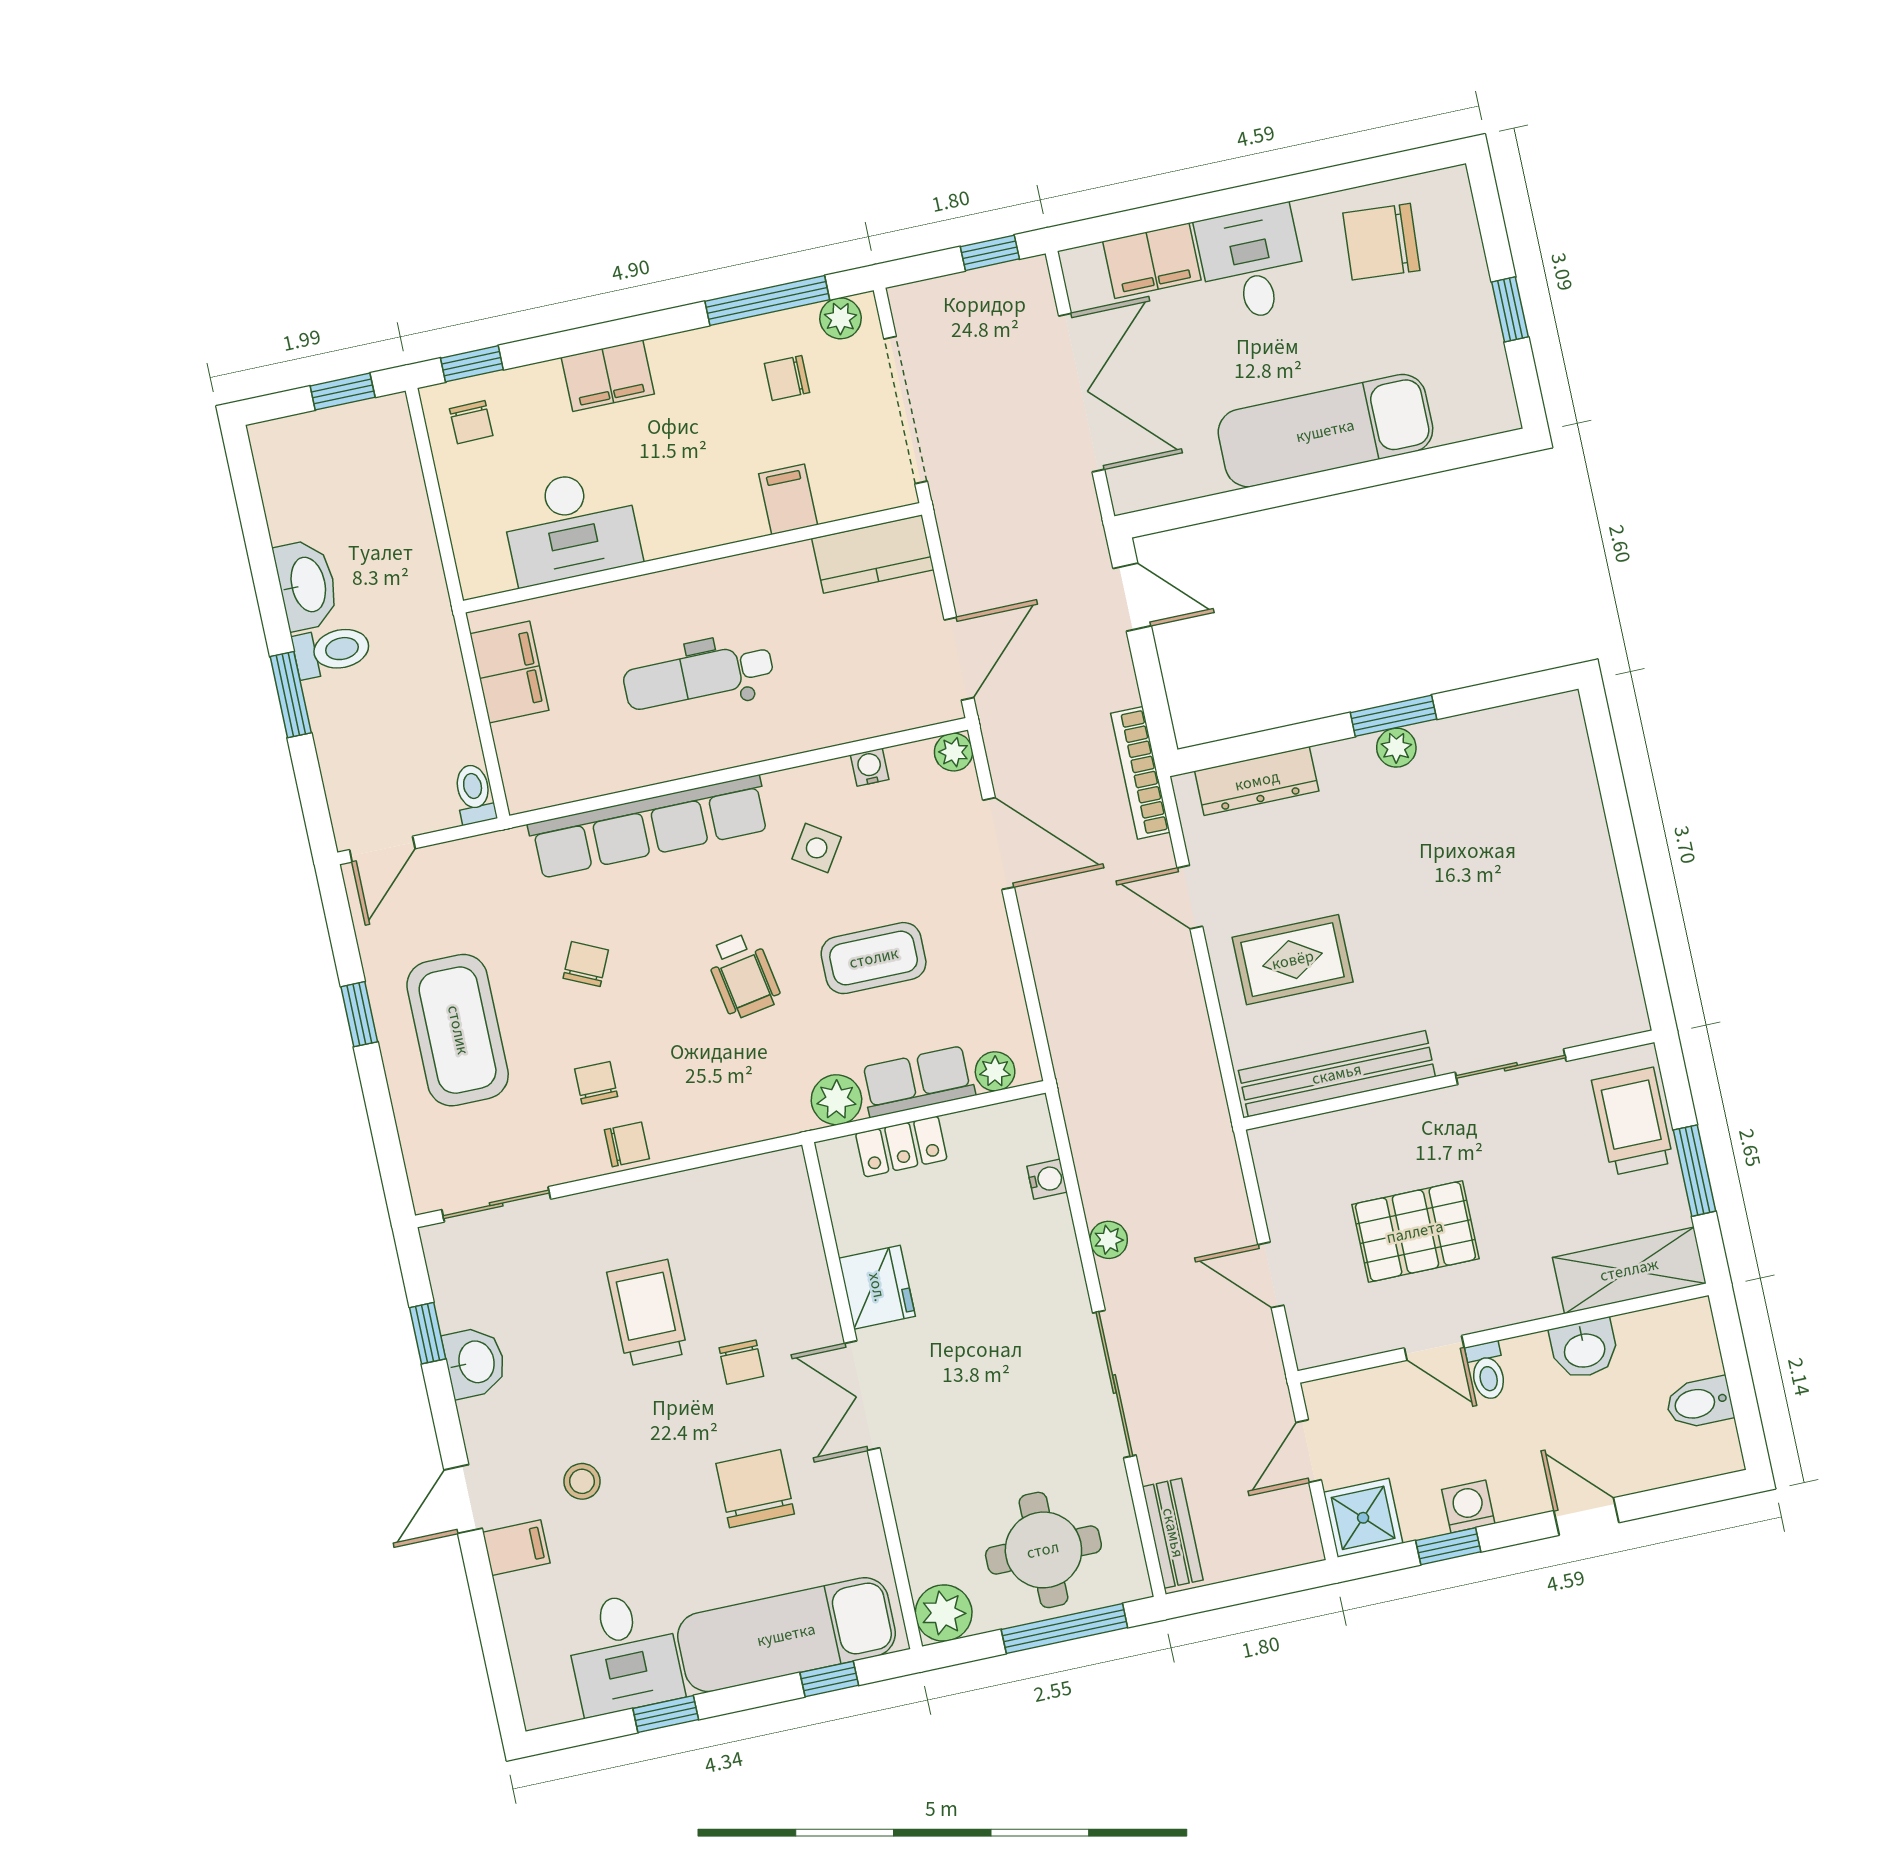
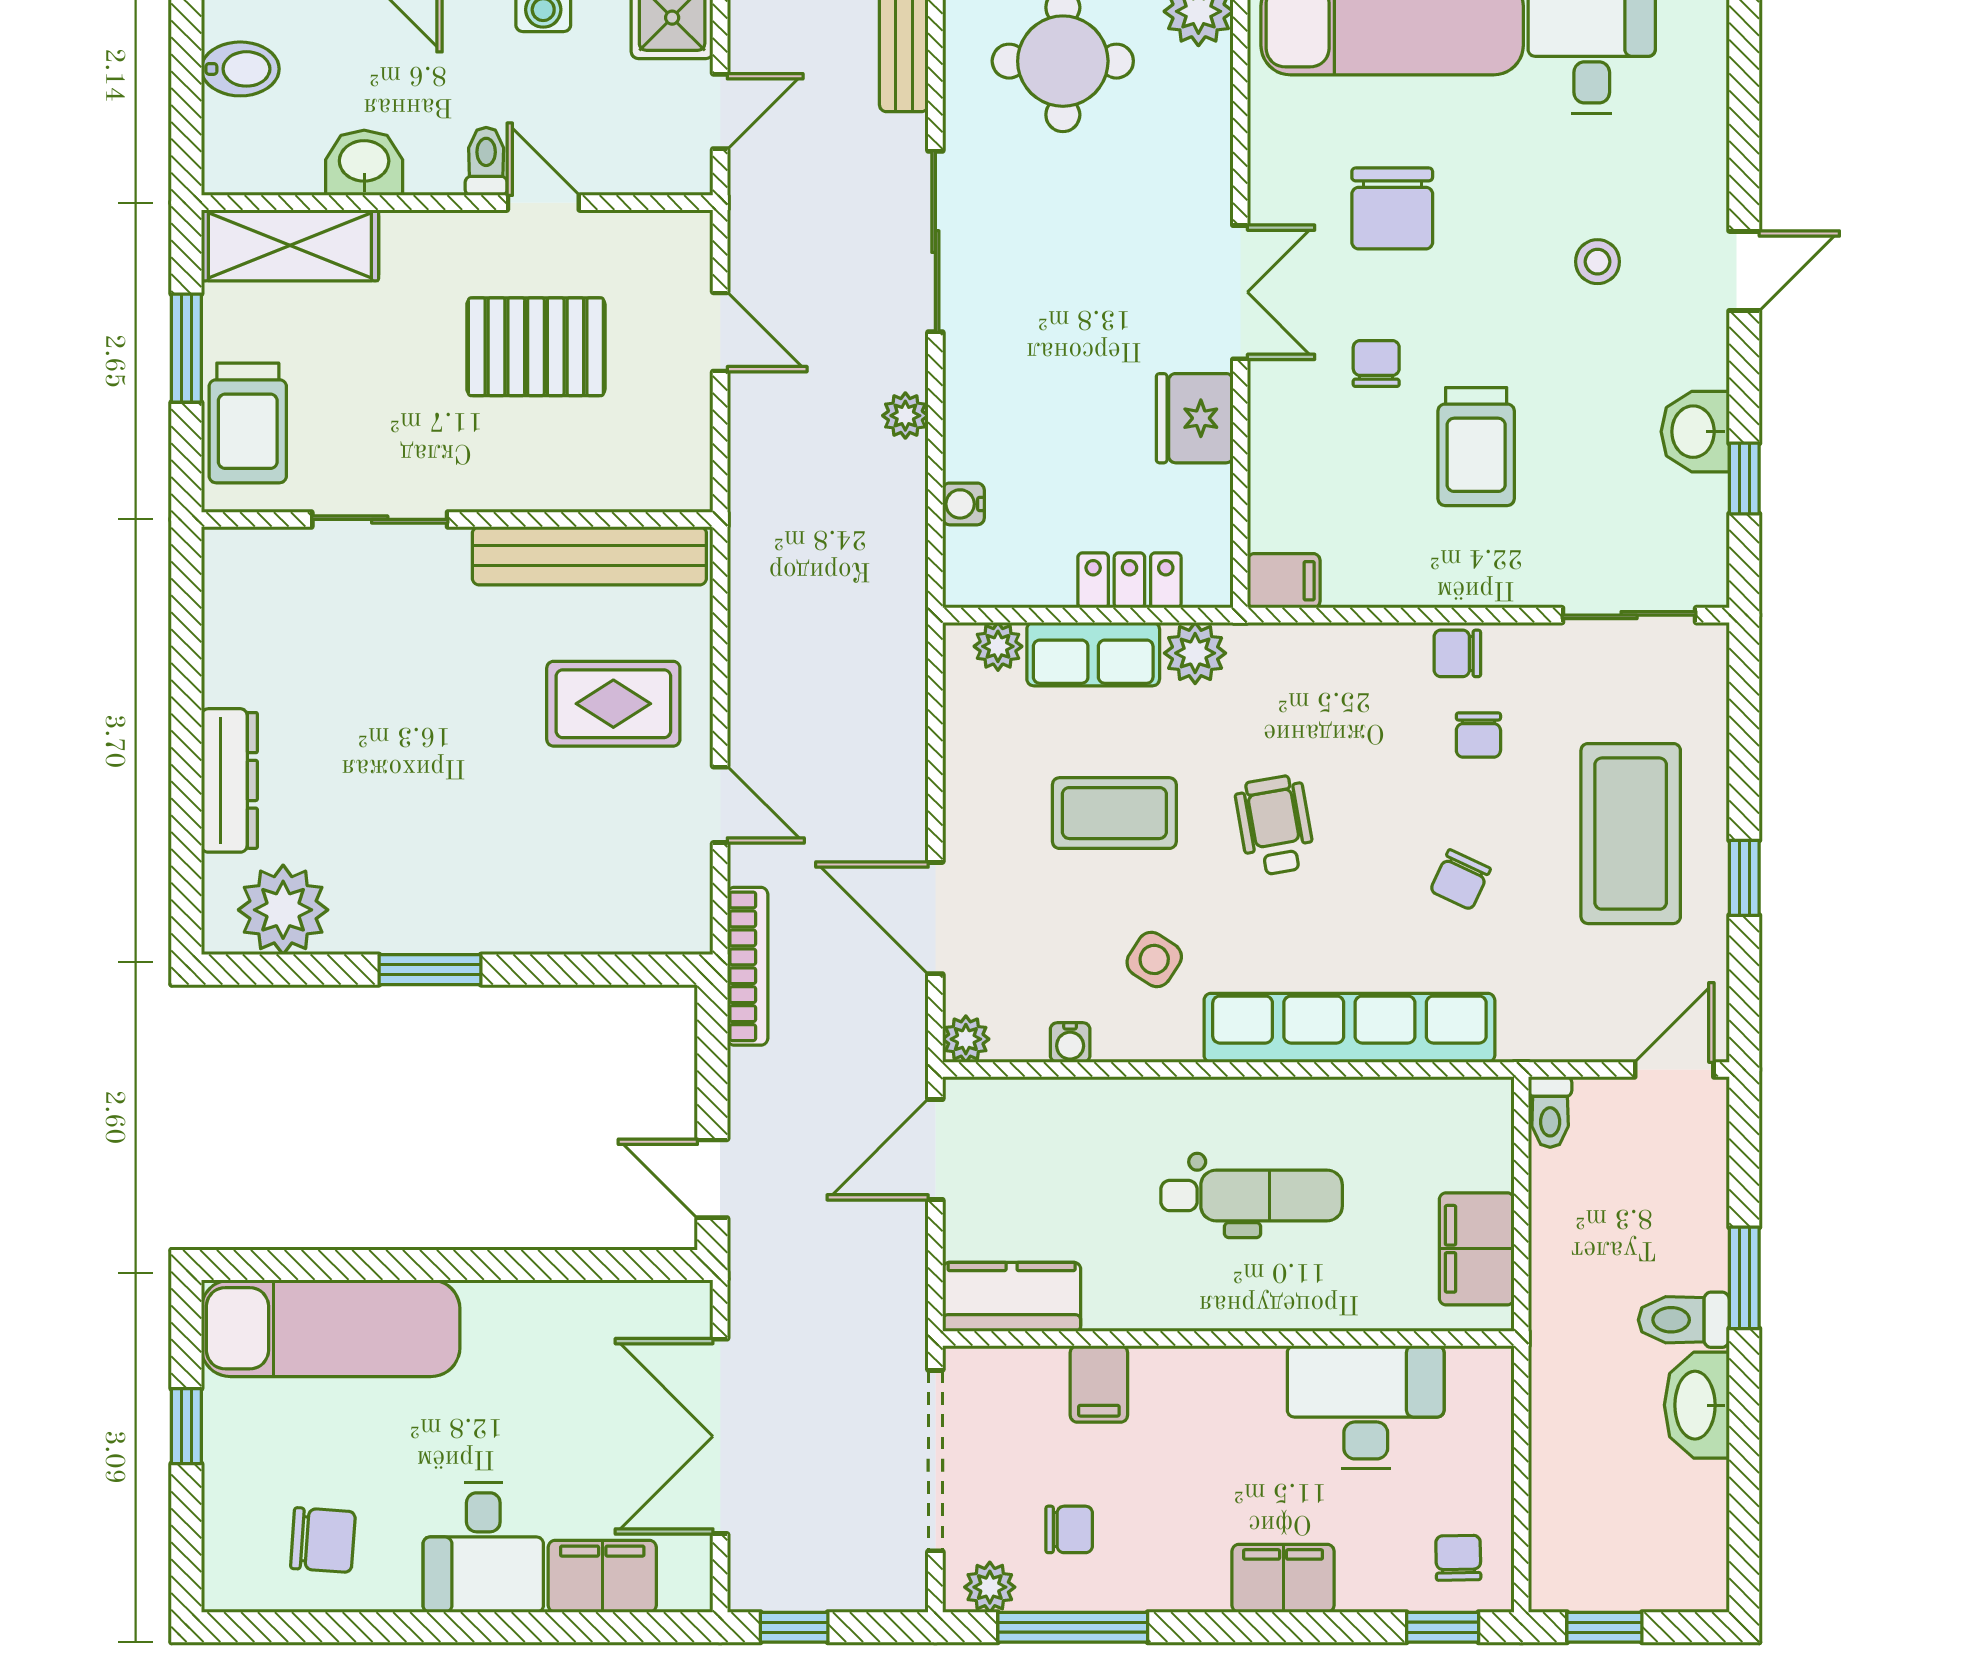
chair: (1381, 242) -> (323, 1540), width x0.73, depth x0.73
exam couch: (1325, 431) -> (331, 1328), moved
plant: (1396, 748) -> (283, 910), moved, width x1.88, depth x1.88
dresser: (1257, 781) -> (229, 780), moved, turned 90
filing cabinet: (516, 1548) -> (1284, 581), moved, turned 180

